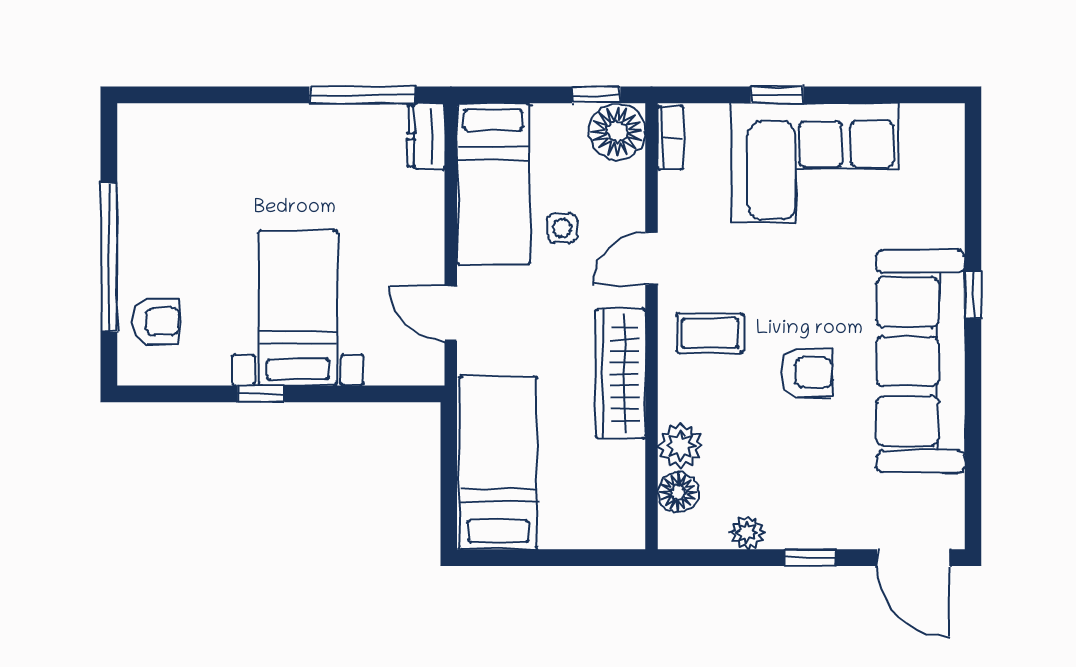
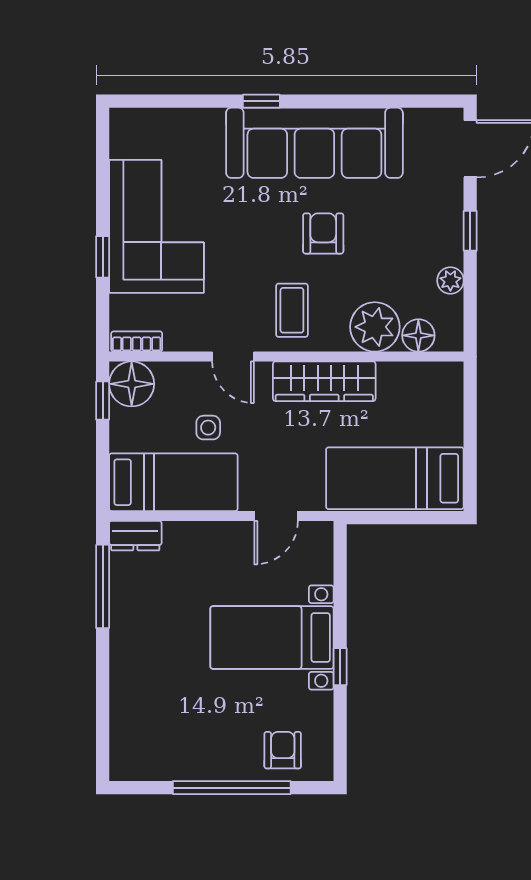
plant: (681, 446) -> (375, 327), width x1.36, depth x1.36

